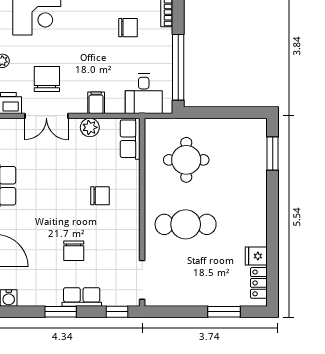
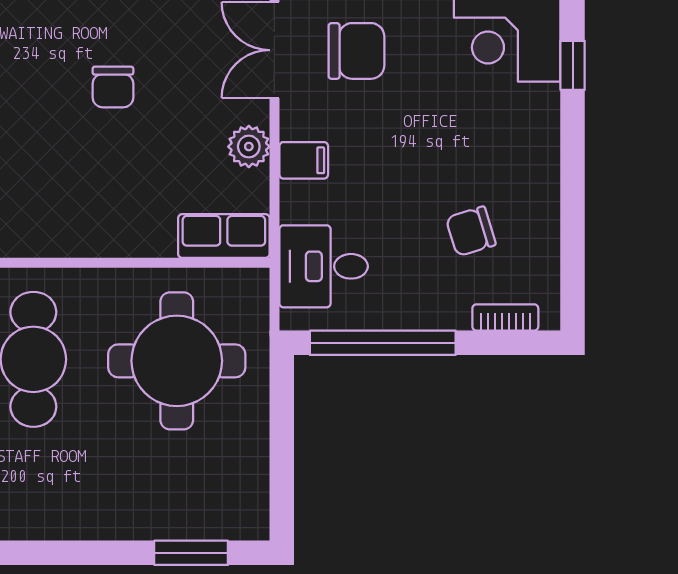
chair: (128, 28) -> (471, 231), turned 73
round table: (186, 160) -> (177, 361), width x1.36, depth x1.36
chair: (100, 196) -> (113, 87), moved

